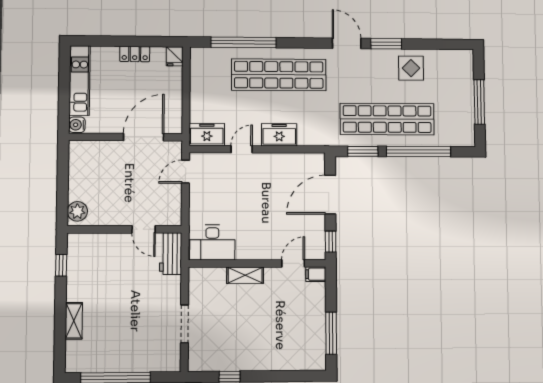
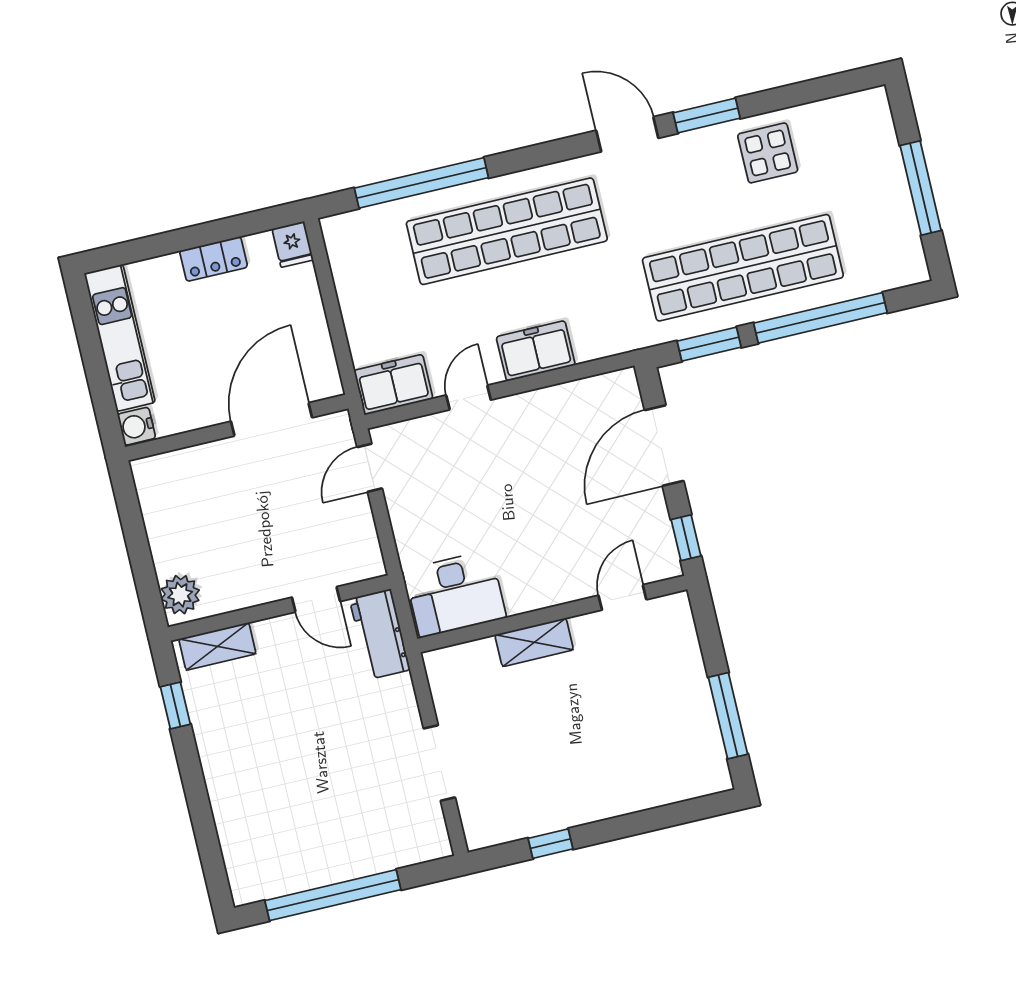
filing cabinet: (316, 274) -> (672, 608), removed
shelving: (74, 321) -> (217, 646), moved, turned 90

